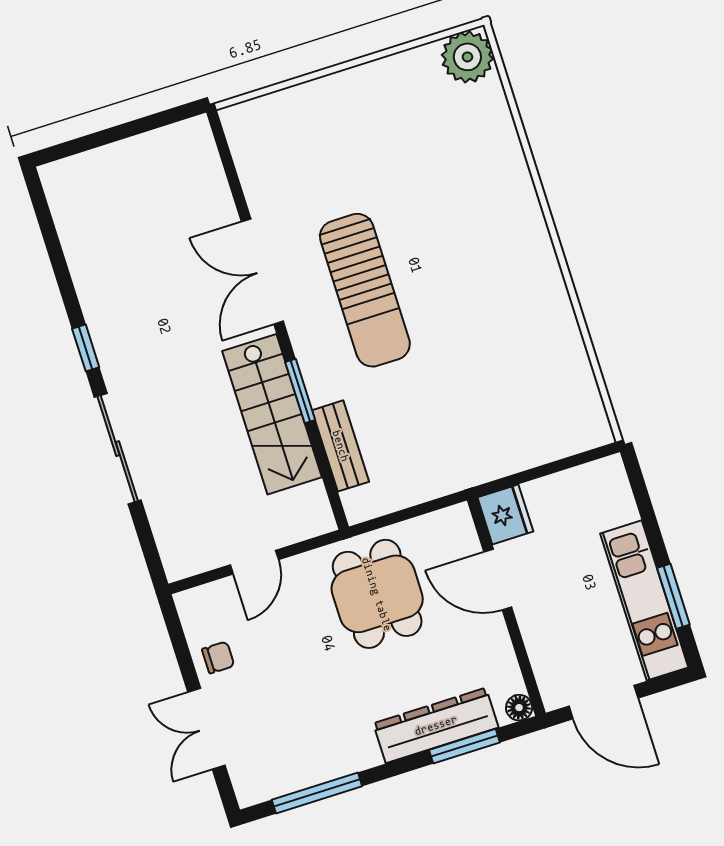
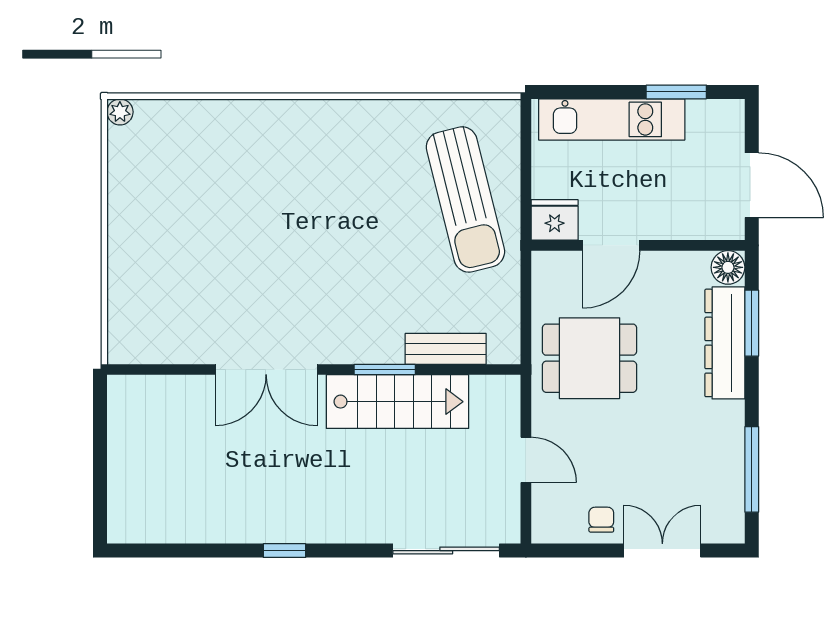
plant: (467, 57) -> (120, 112), width x0.53, depth x0.53
sun lounger: (365, 290) -> (465, 199), moved, turned 76
sliding door: (118, 449) -> (446, 551), moved
kitchen unit: (644, 600) -> (612, 119), moved
door: (603, 702) -> (752, 185), hinge flipped
floor lamp: (519, 708) -> (728, 267), width x1.37, depth x1.37
double door: (207, 729) -> (662, 551), swing flipped

